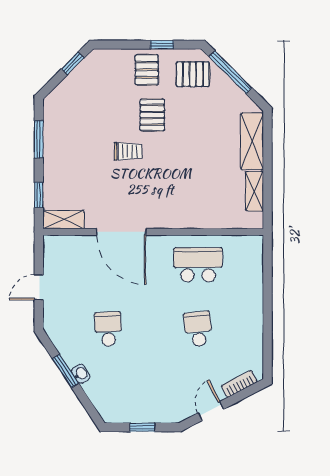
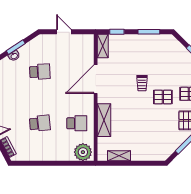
shelving: (252, 141) -> (104, 120), moved, turned 90
plant: (248, 254) -> (83, 152), added
school desk: (198, 265) -> (77, 123), width x0.54

